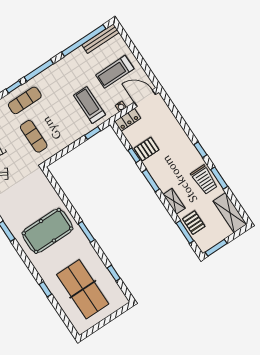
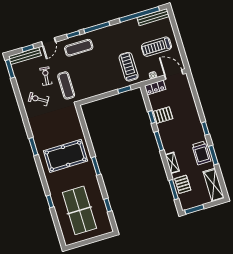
exercise mat: (34, 136) -> (66, 85), moved

